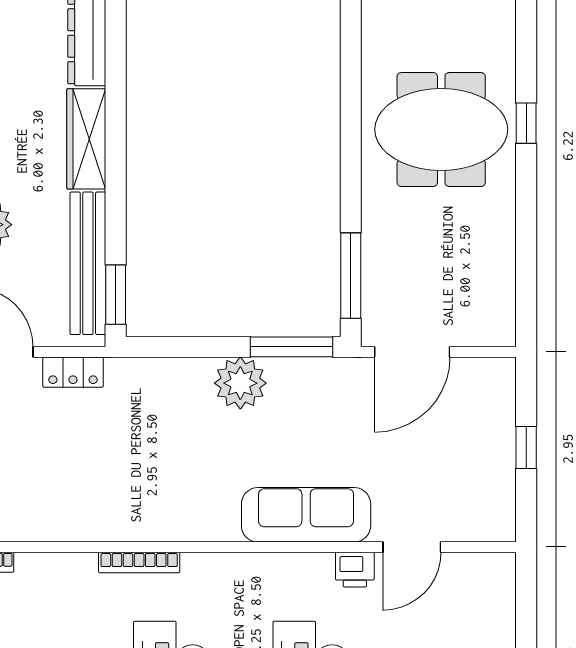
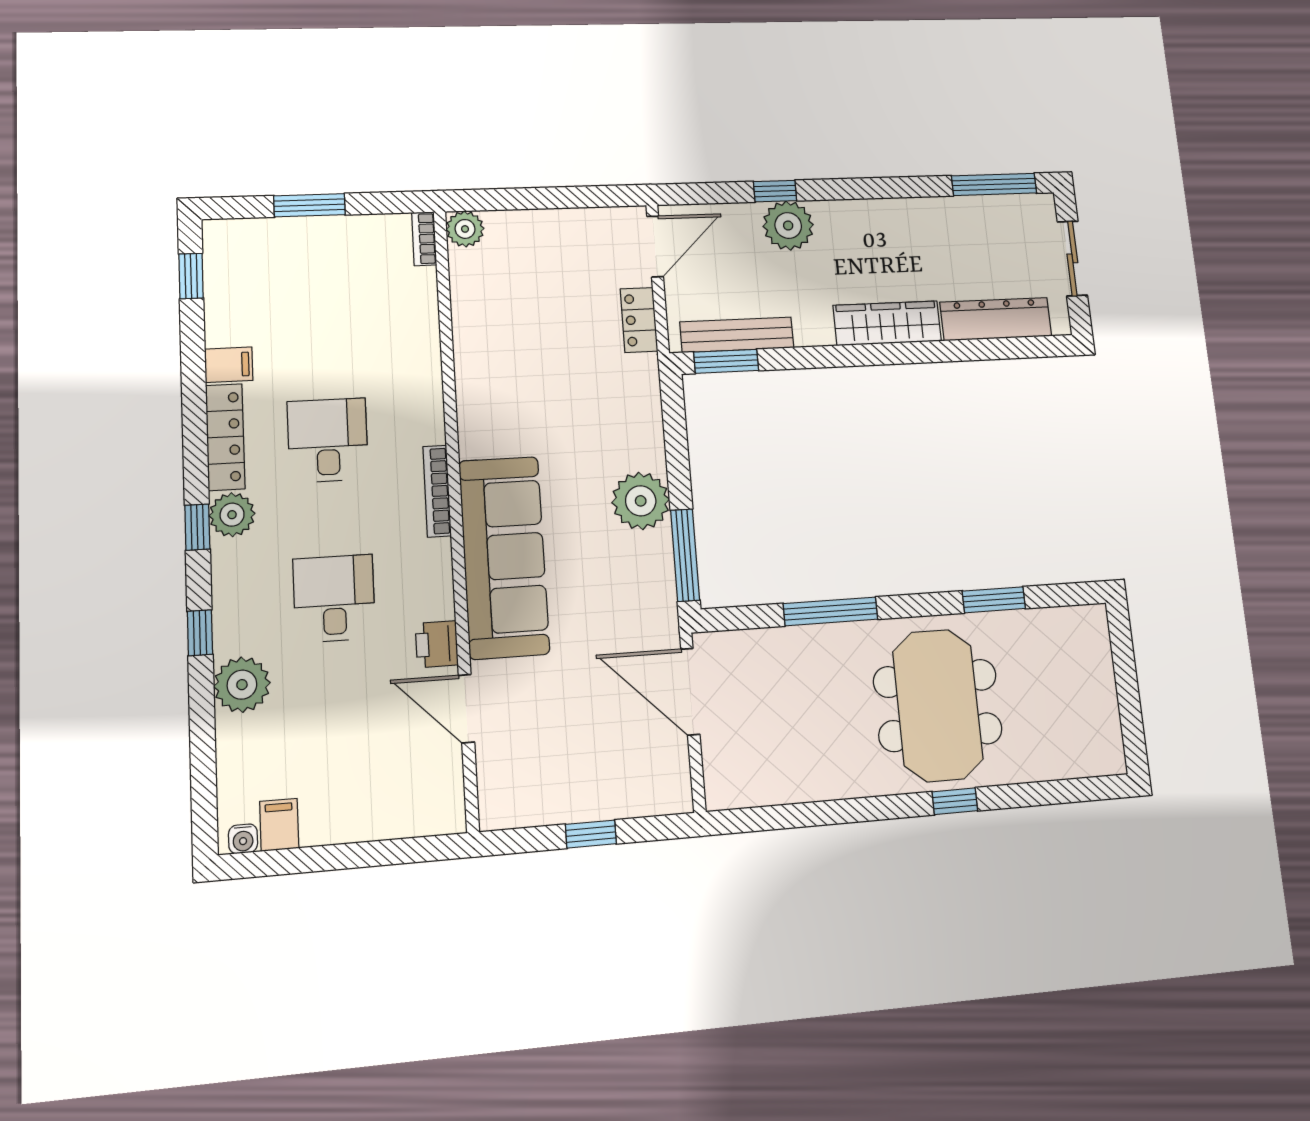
window: (351, 66) -> (994, 600), added
bench: (88, 263) -> (737, 335), width x0.73, depth x0.82
window: (351, 276) -> (831, 611), moved
sofa: (306, 515) -> (504, 557), width x1.36, depth x1.27
bookcase: (139, 563) -> (437, 491), moved

